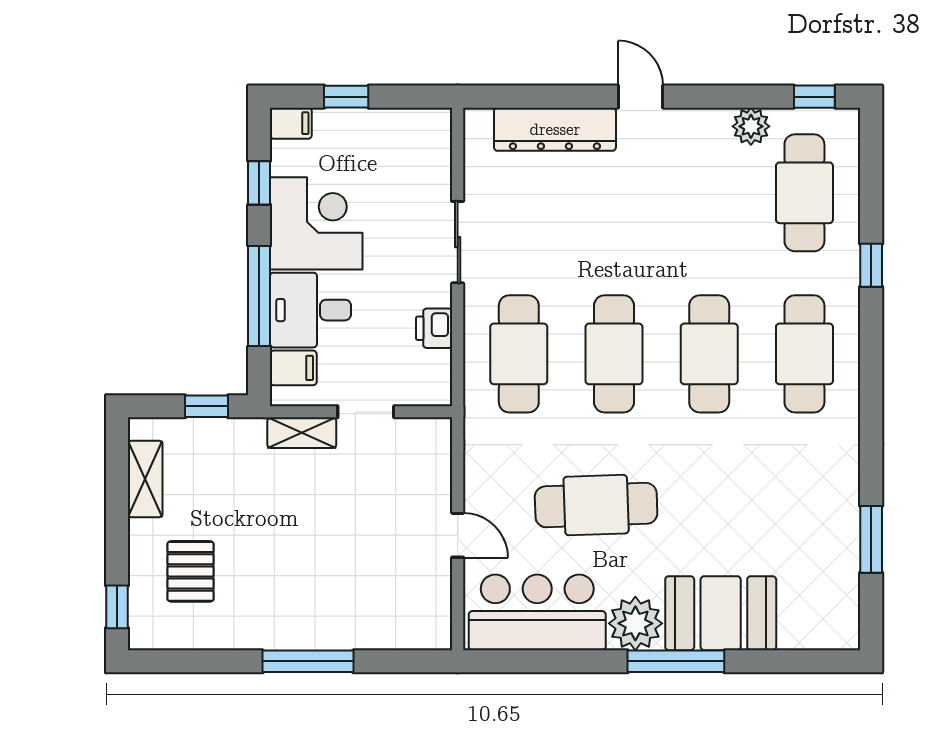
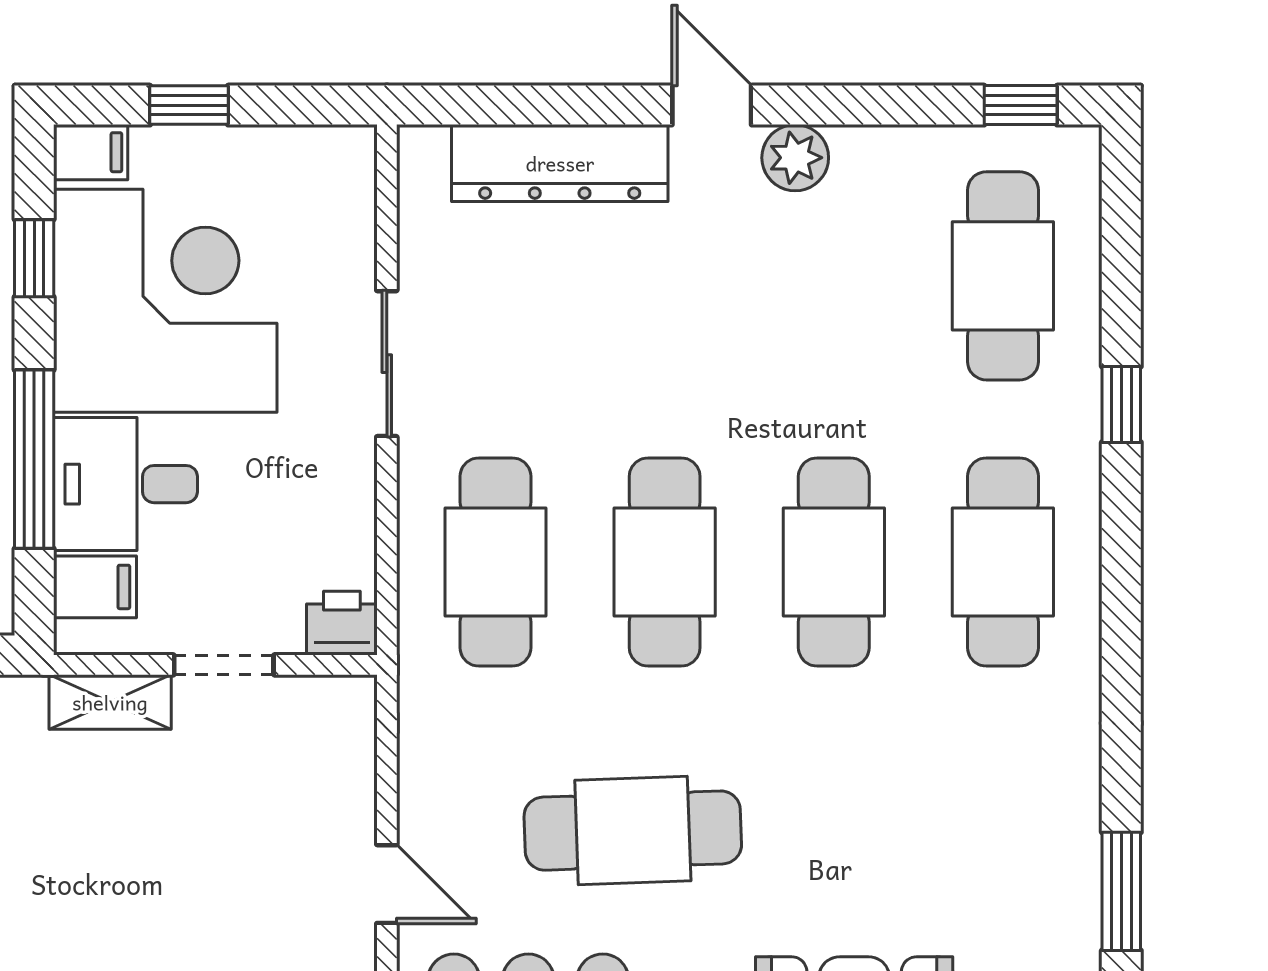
plant: (751, 126) -> (795, 158), moved
corner desk: (316, 223) -> (165, 301), width x1.36, depth x1.36
printer: (434, 328) -> (342, 623), moved, turned 90

